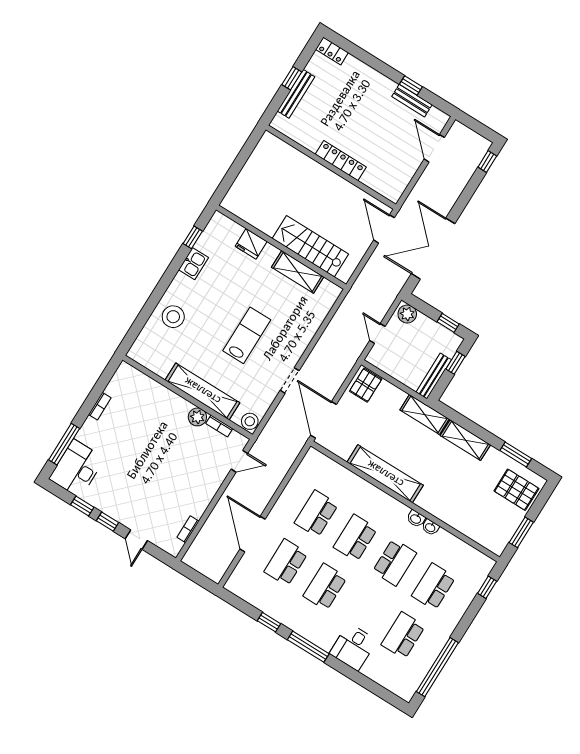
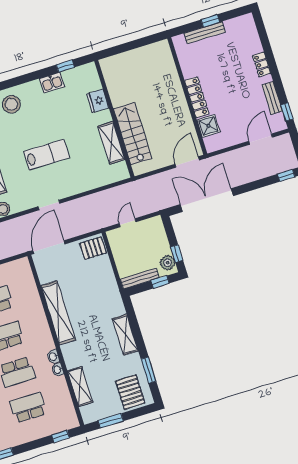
locker: (332, 51) -> (262, 65), moved
window: (411, 86) -> (287, 112), moved
shower: (375, 178) -> (208, 126), added
plant: (407, 314) -> (168, 263), moved
shelving: (424, 414) -> (80, 387), moved

